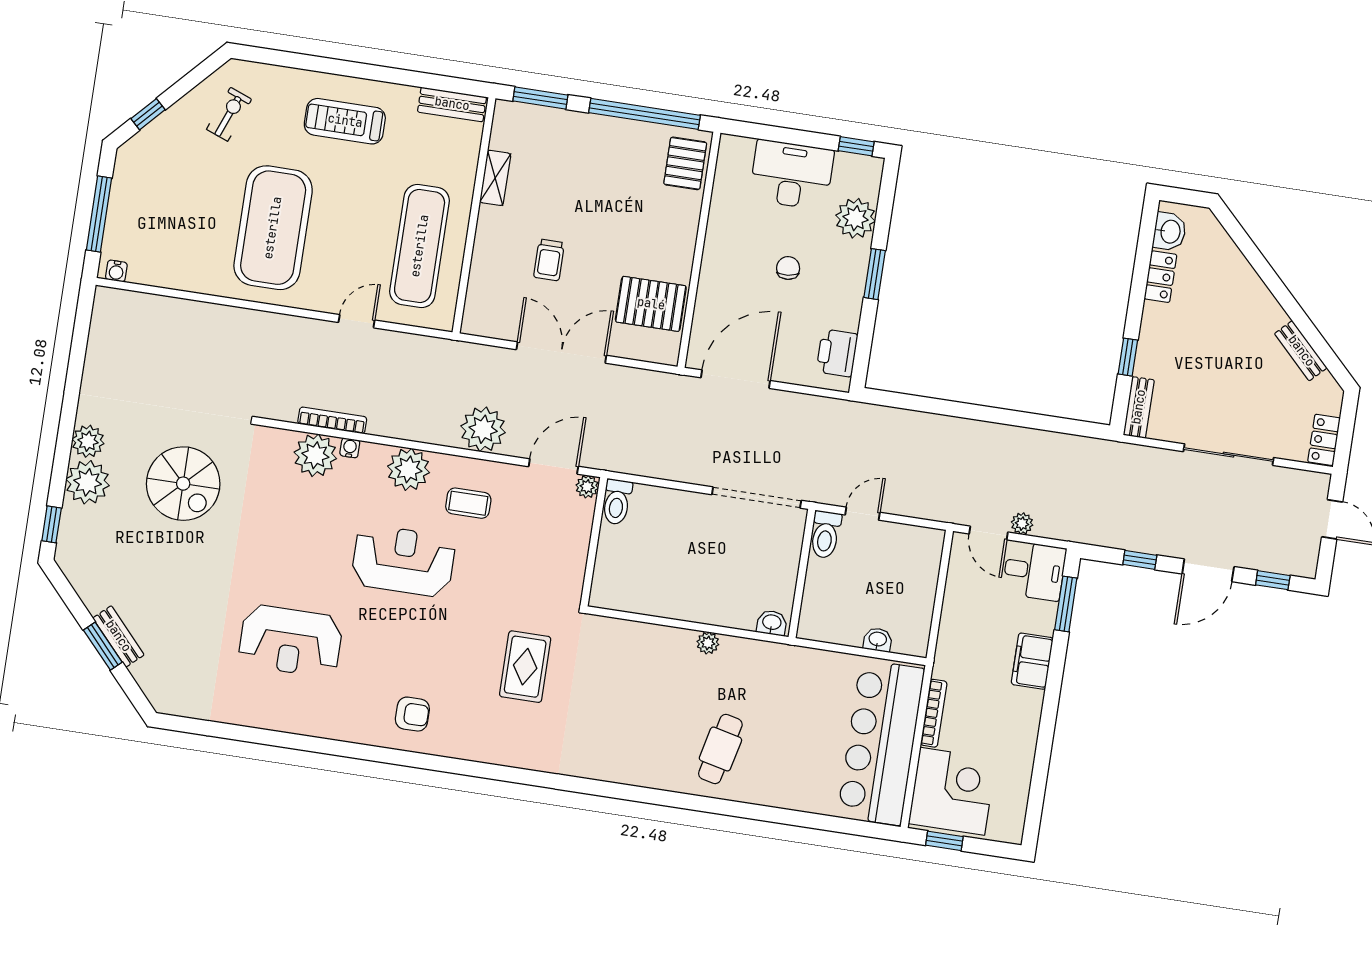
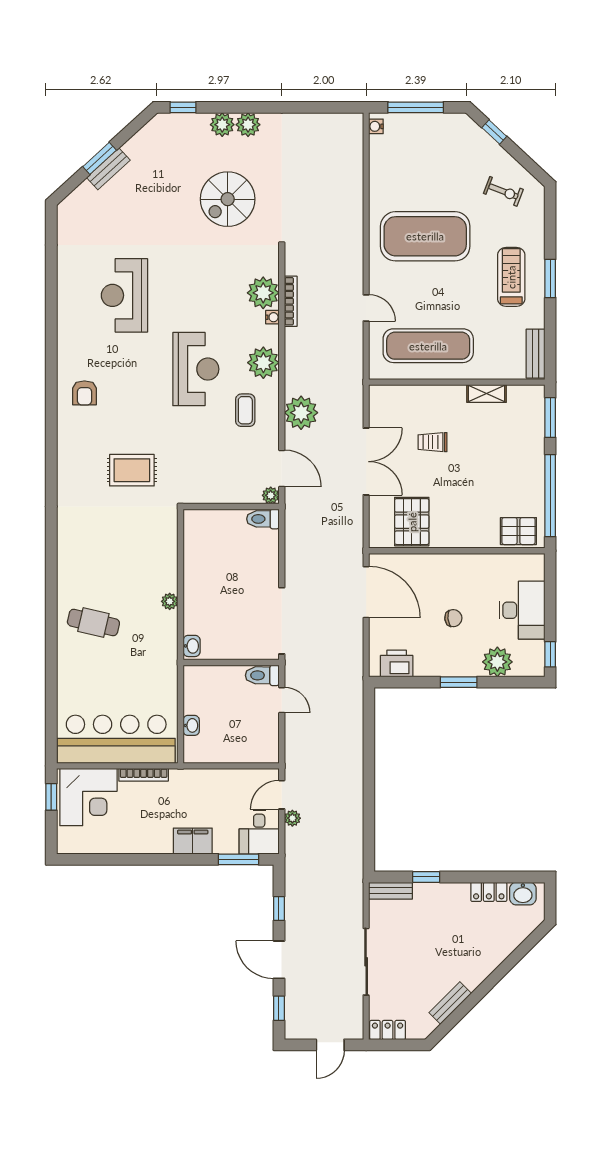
window: (355, 70) -> (550, 278), added
plant: (88, 482) -> (222, 125), width x0.73, depth x0.73

